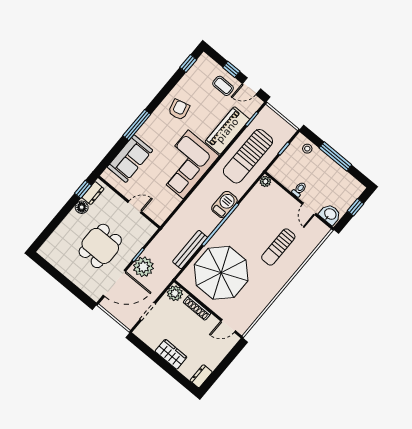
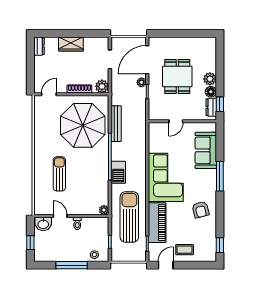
window: (231, 69) -> (188, 265), removed
plant: (73, 219) -> (210, 79), added
plant: (143, 267) -> (141, 82), width x0.53, depth x0.53

